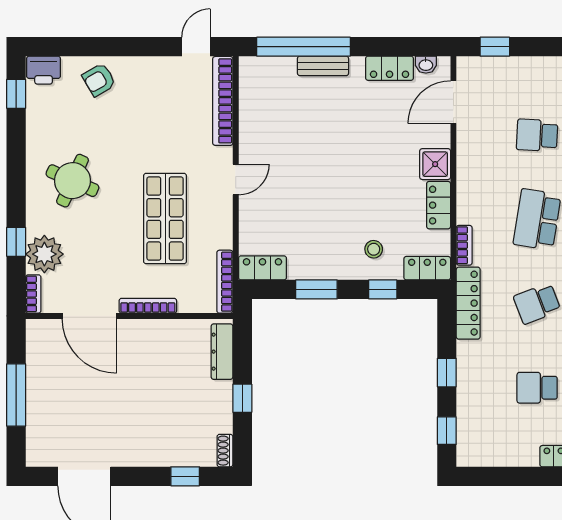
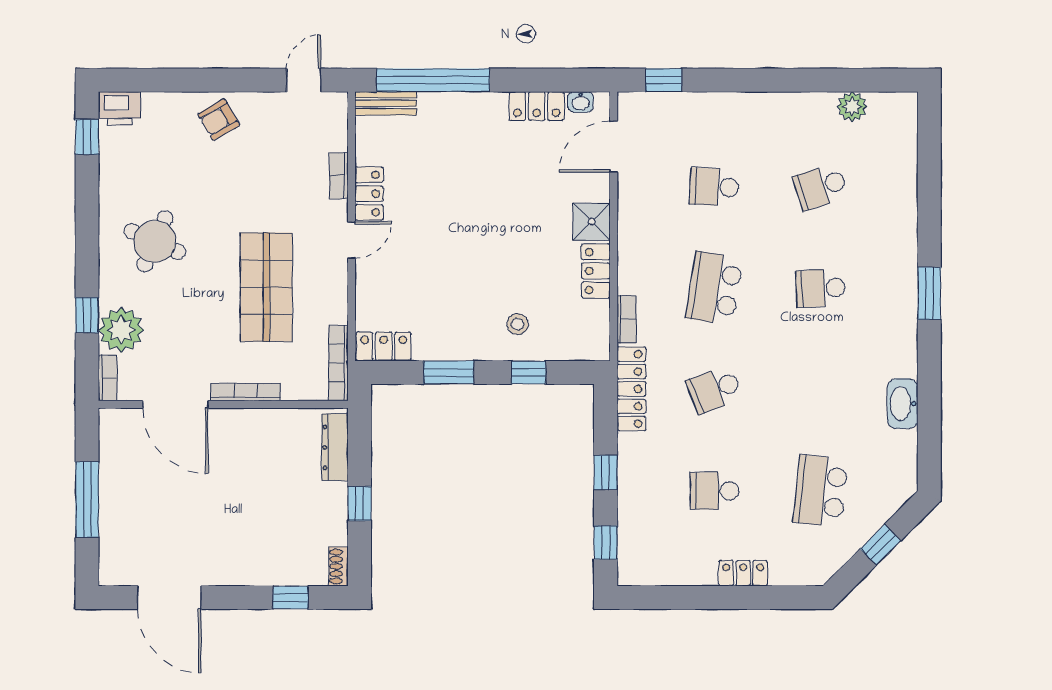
bench: (323, 66) -> (386, 103), moved
armchair: (99, 80) -> (219, 120), moved
bookcase: (223, 101) -> (339, 176), width x0.43, depth x0.76
locker: (427, 268) -> (369, 194), moved, turned 90

